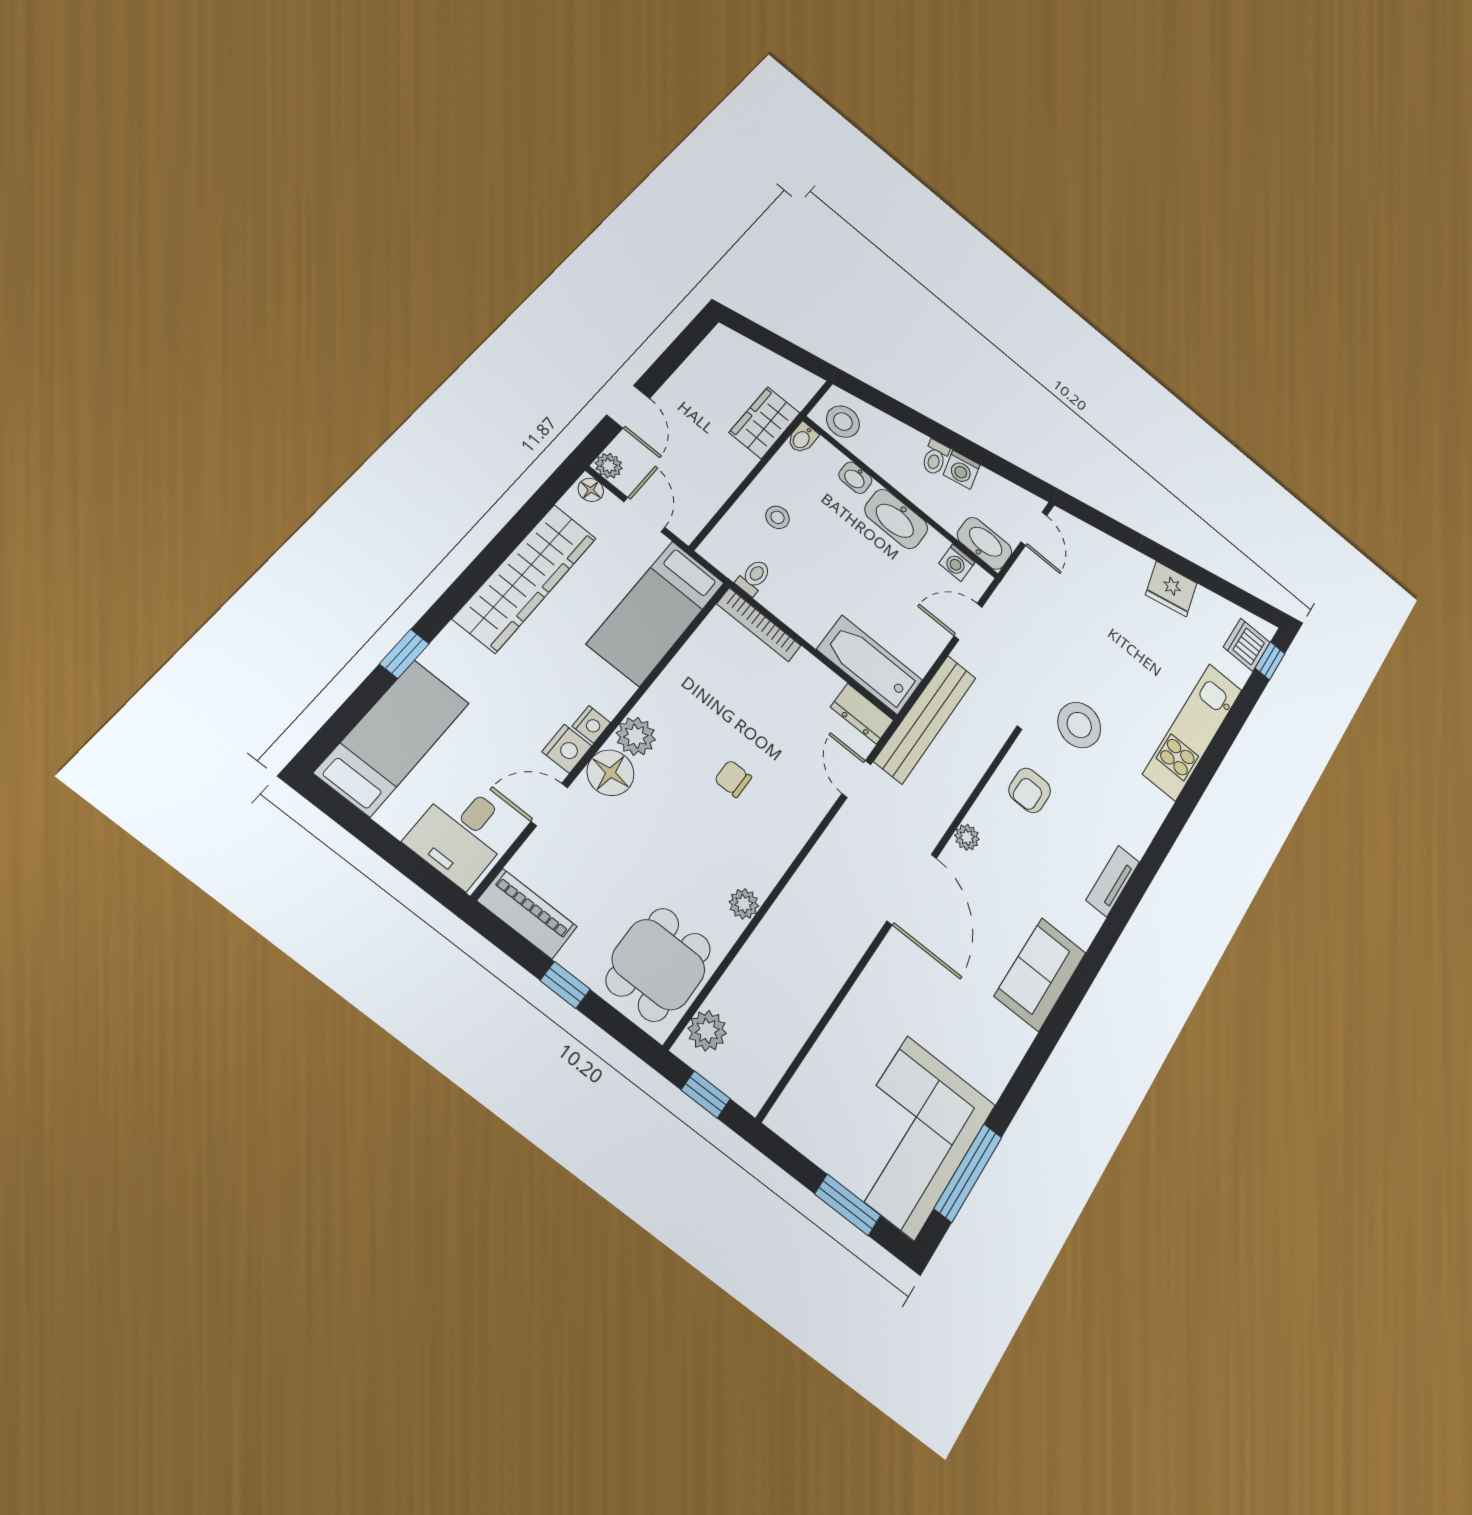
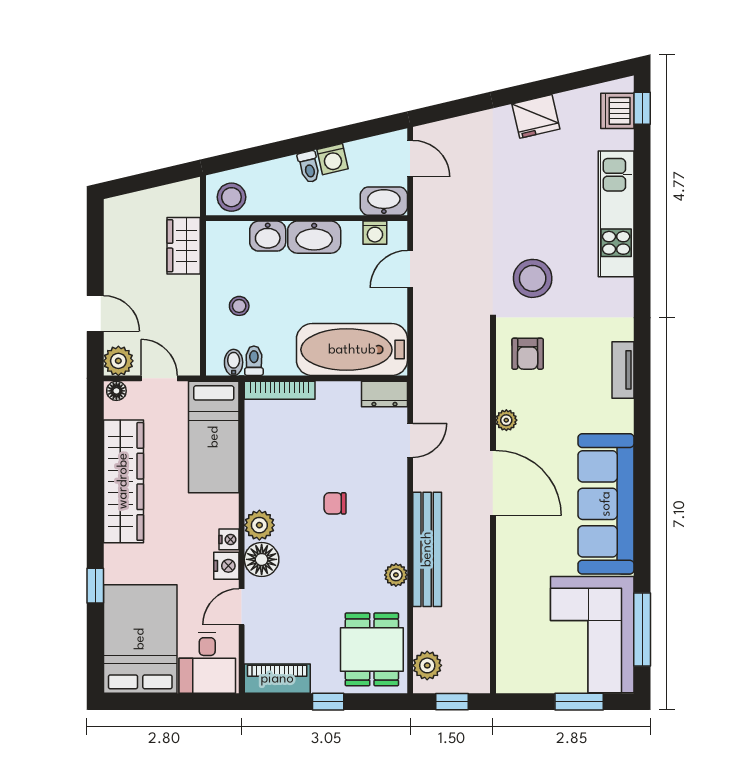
bidet: (802, 438) -> (234, 362), moved, turned 180
plant: (609, 466) -> (118, 361), width x1.38, depth x1.38
washbasin: (855, 478) -> (268, 236), width x1.38, depth x1.45
bathtub: (870, 665) -> (352, 350), width x1.36, depth x1.36
bench: (925, 719) -> (427, 549), moved
bed: (392, 738) -> (140, 639), width x1.50
door: (856, 779) -> (410, 440), swing flipped
sofa: (1040, 974) -> (606, 504), width x1.85, depth x1.27

